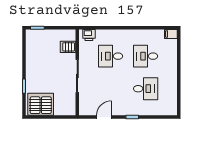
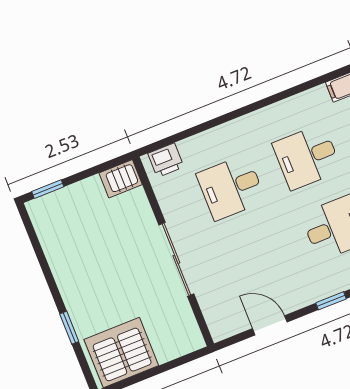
server rack: (68, 47) -> (121, 179), moved
door: (104, 117) -> (270, 325), hinge flipped

